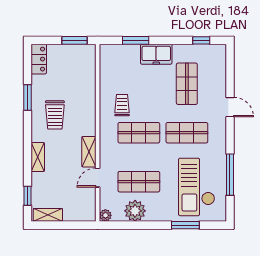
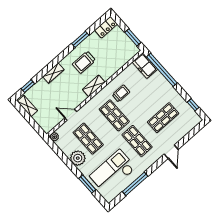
window: (136, 40) -> (162, 70), width x2.11
freezer: (156, 54) -> (145, 66), moved
shelving: (89, 152) -> (94, 86), moved
plant: (135, 211) -> (78, 158), moved

